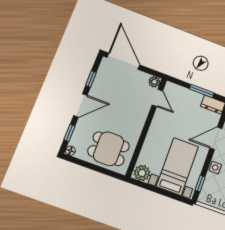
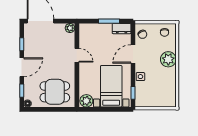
door: (157, 98) -> (77, 55), moved

